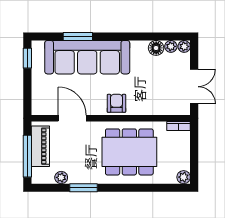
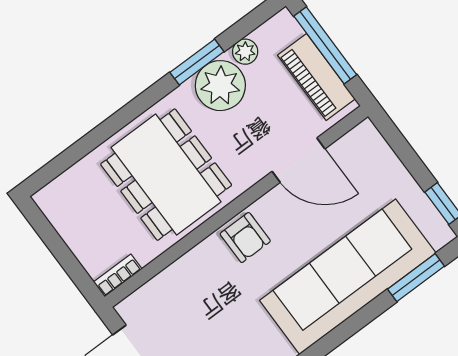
window: (78, 36) -> (416, 278), moved
dining table: (129, 152) -> (166, 175), turned 90
plant: (184, 177) -> (220, 86), moved, width x1.88, depth x1.88

